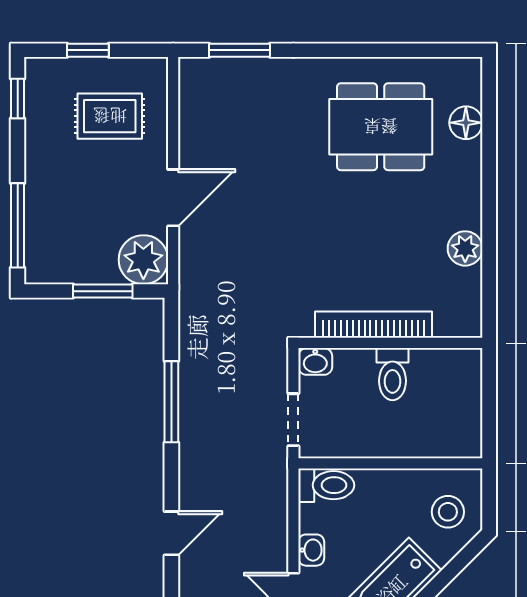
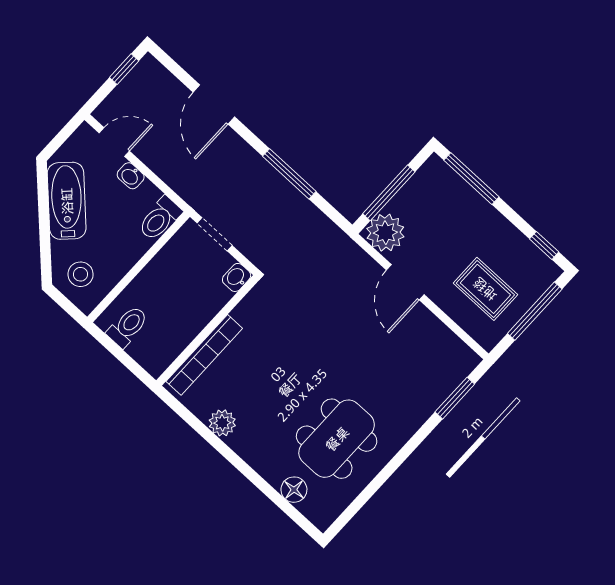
window: (88, 50) -> (535, 311), width x2.17
rug: (110, 116) -> (485, 289), turned 90
window: (103, 291) -> (389, 193), width x1.44
bookcase: (373, 325) -> (204, 355), moved
toilet: (392, 374) -> (128, 326), moved, turned 90
door: (171, 533) -> (214, 104), width x1.37

